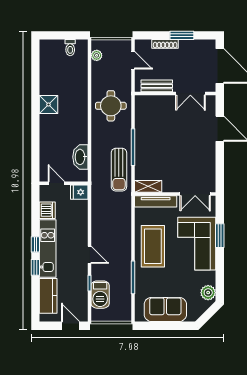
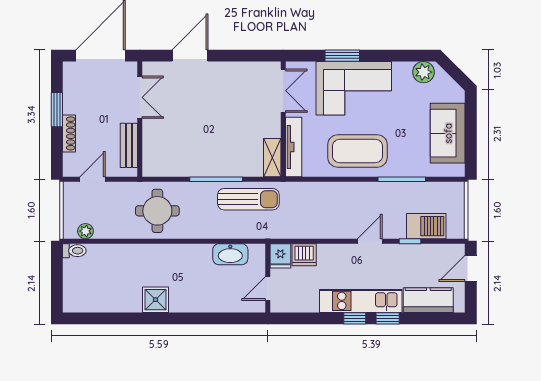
toilet: (70, 48) -> (74, 251), moved
dishwasher: (47, 210) -> (304, 255), moved, turned 180

